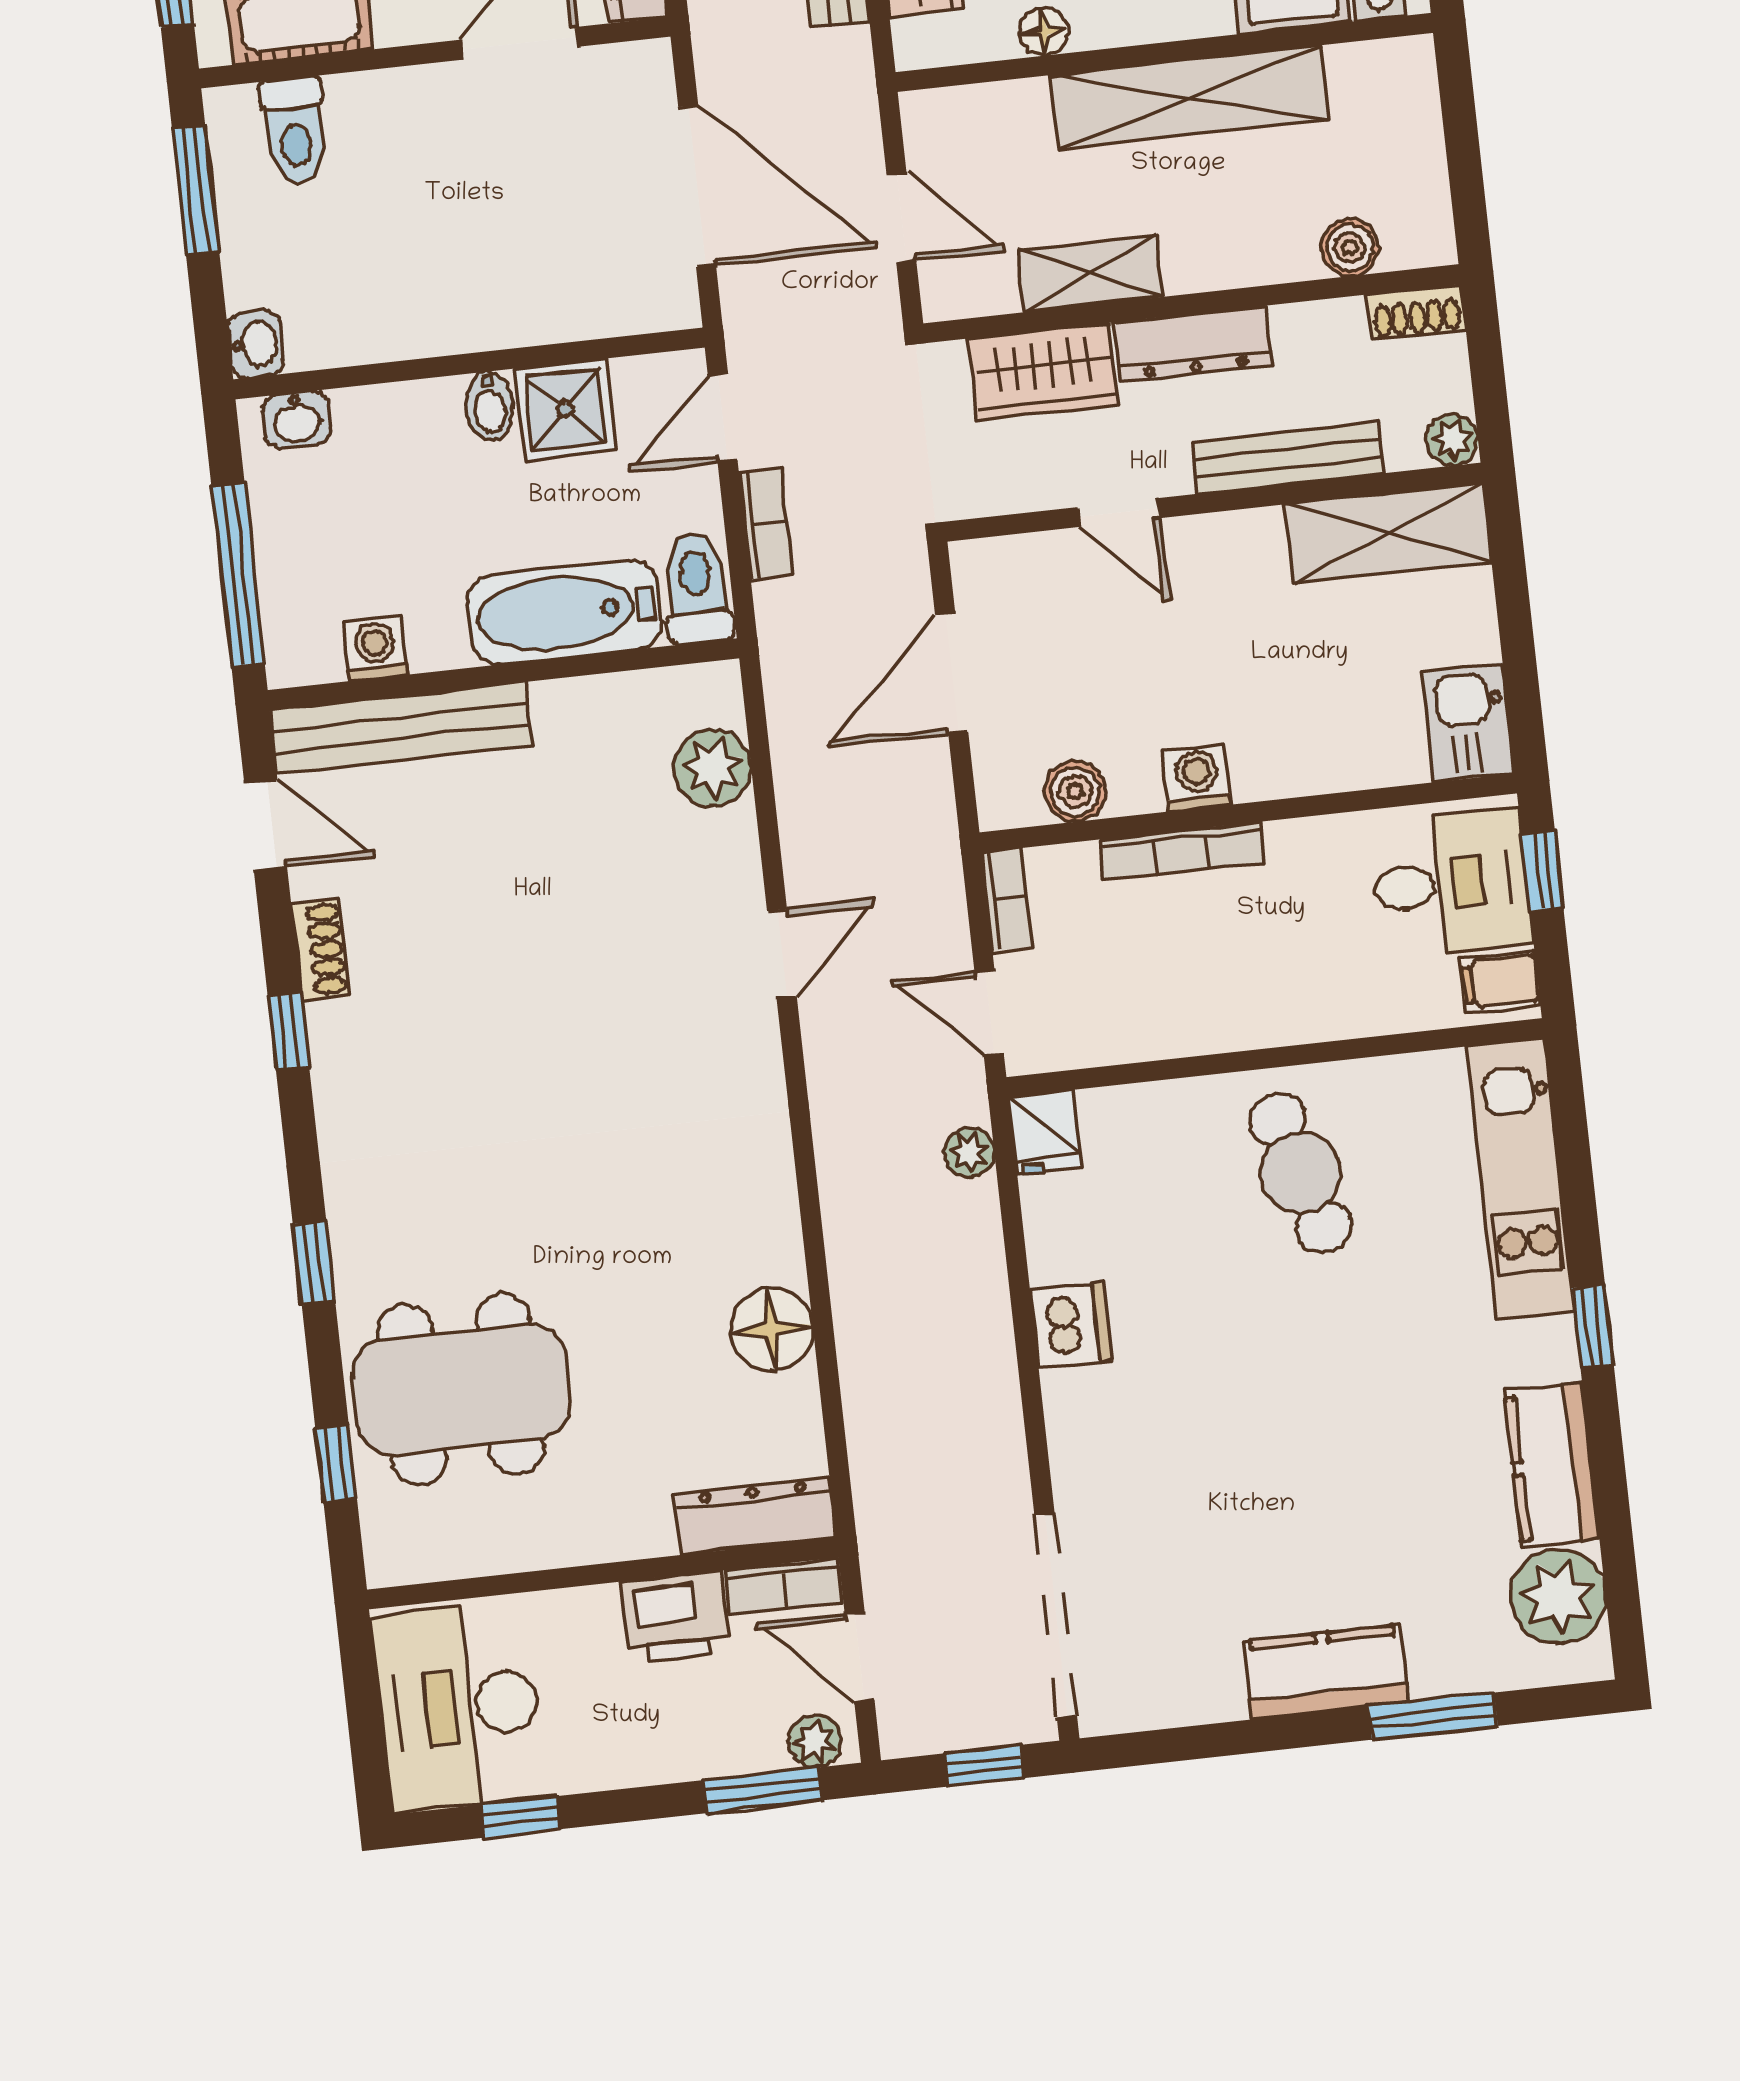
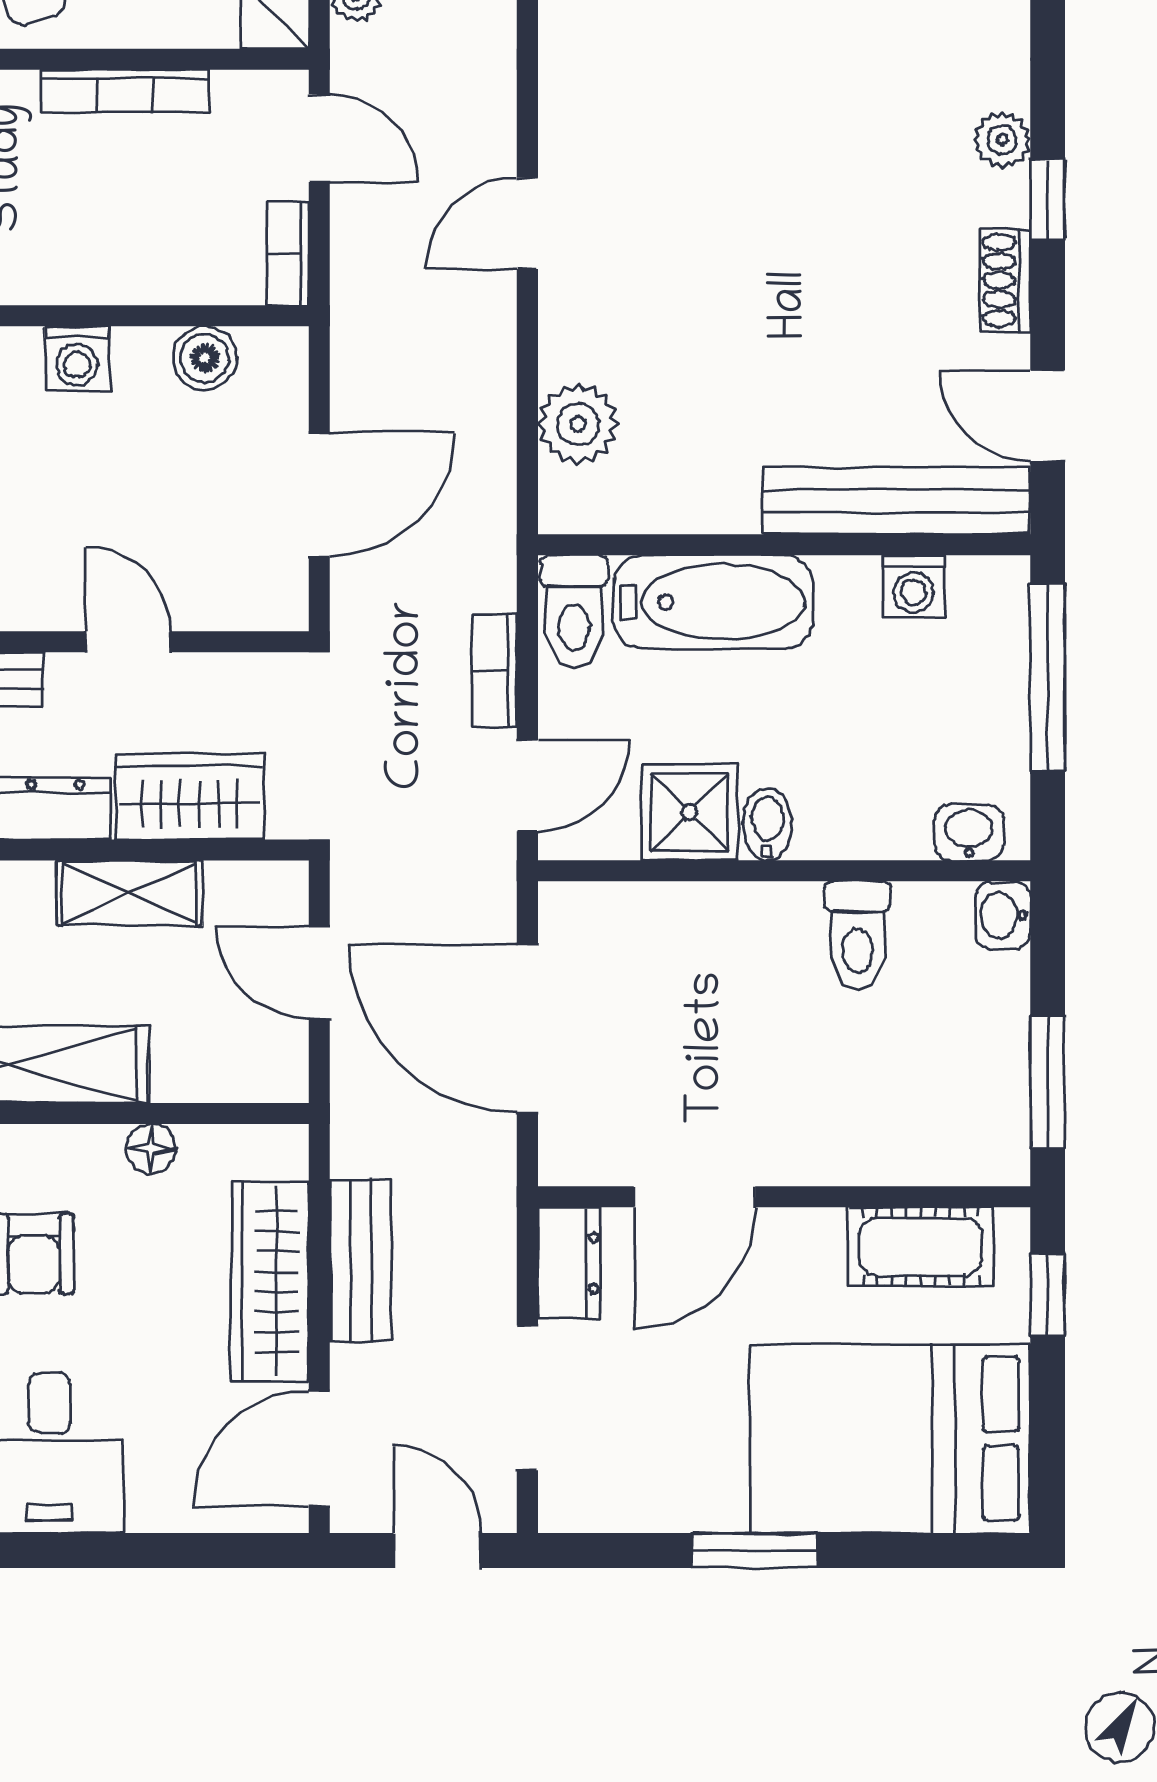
toilet: (295, 131) -> (858, 936), moved, turned 180
bookcase: (1182, 851) -> (125, 91), moved, turned 180
plant: (338, 1083) -> (1002, 140), added

